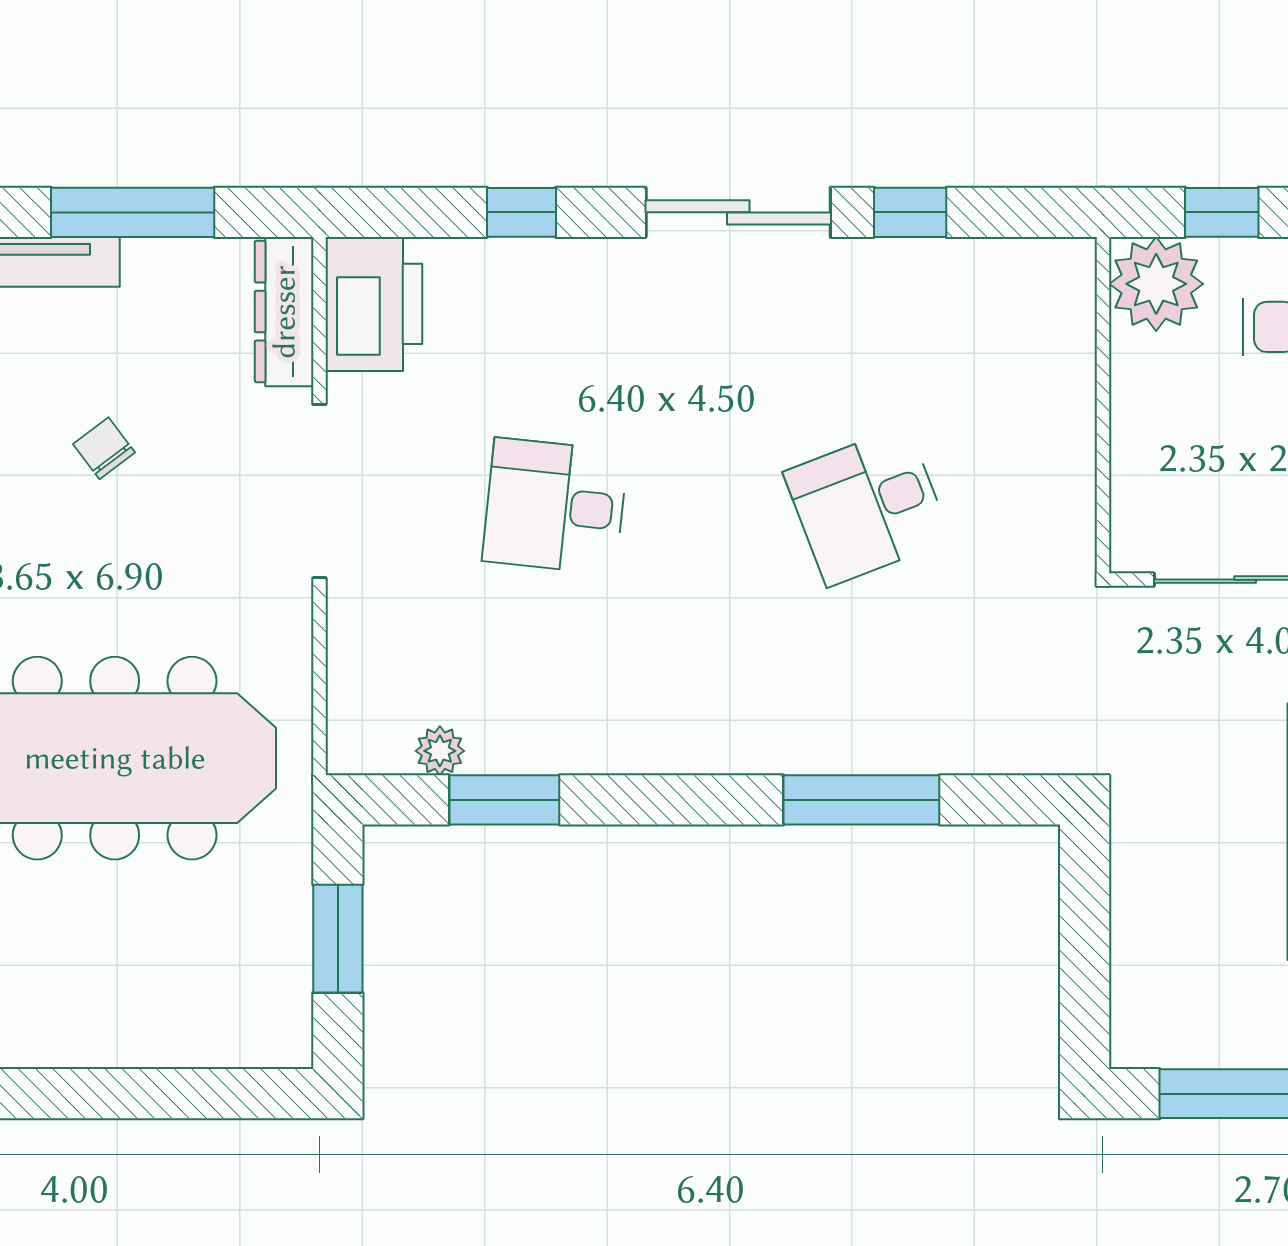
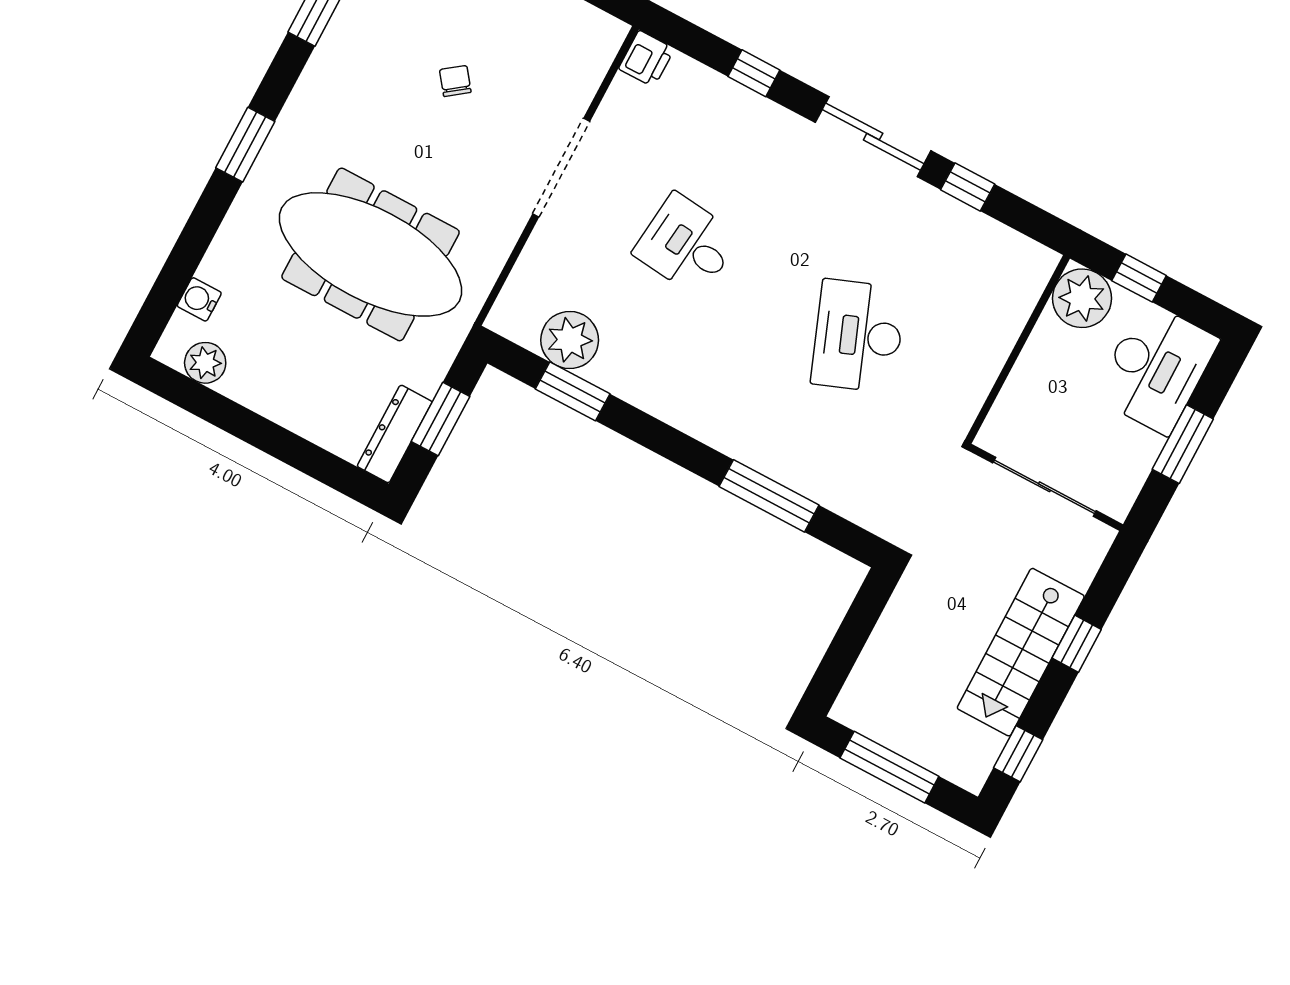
printer: (374, 304) -> (646, 59), width x0.53, depth x0.68
dresser: (284, 312) -> (395, 434), moved
desk: (867, 506) -> (858, 336), width x1.37
plant: (440, 751) -> (570, 340), width x1.87, depth x1.87

